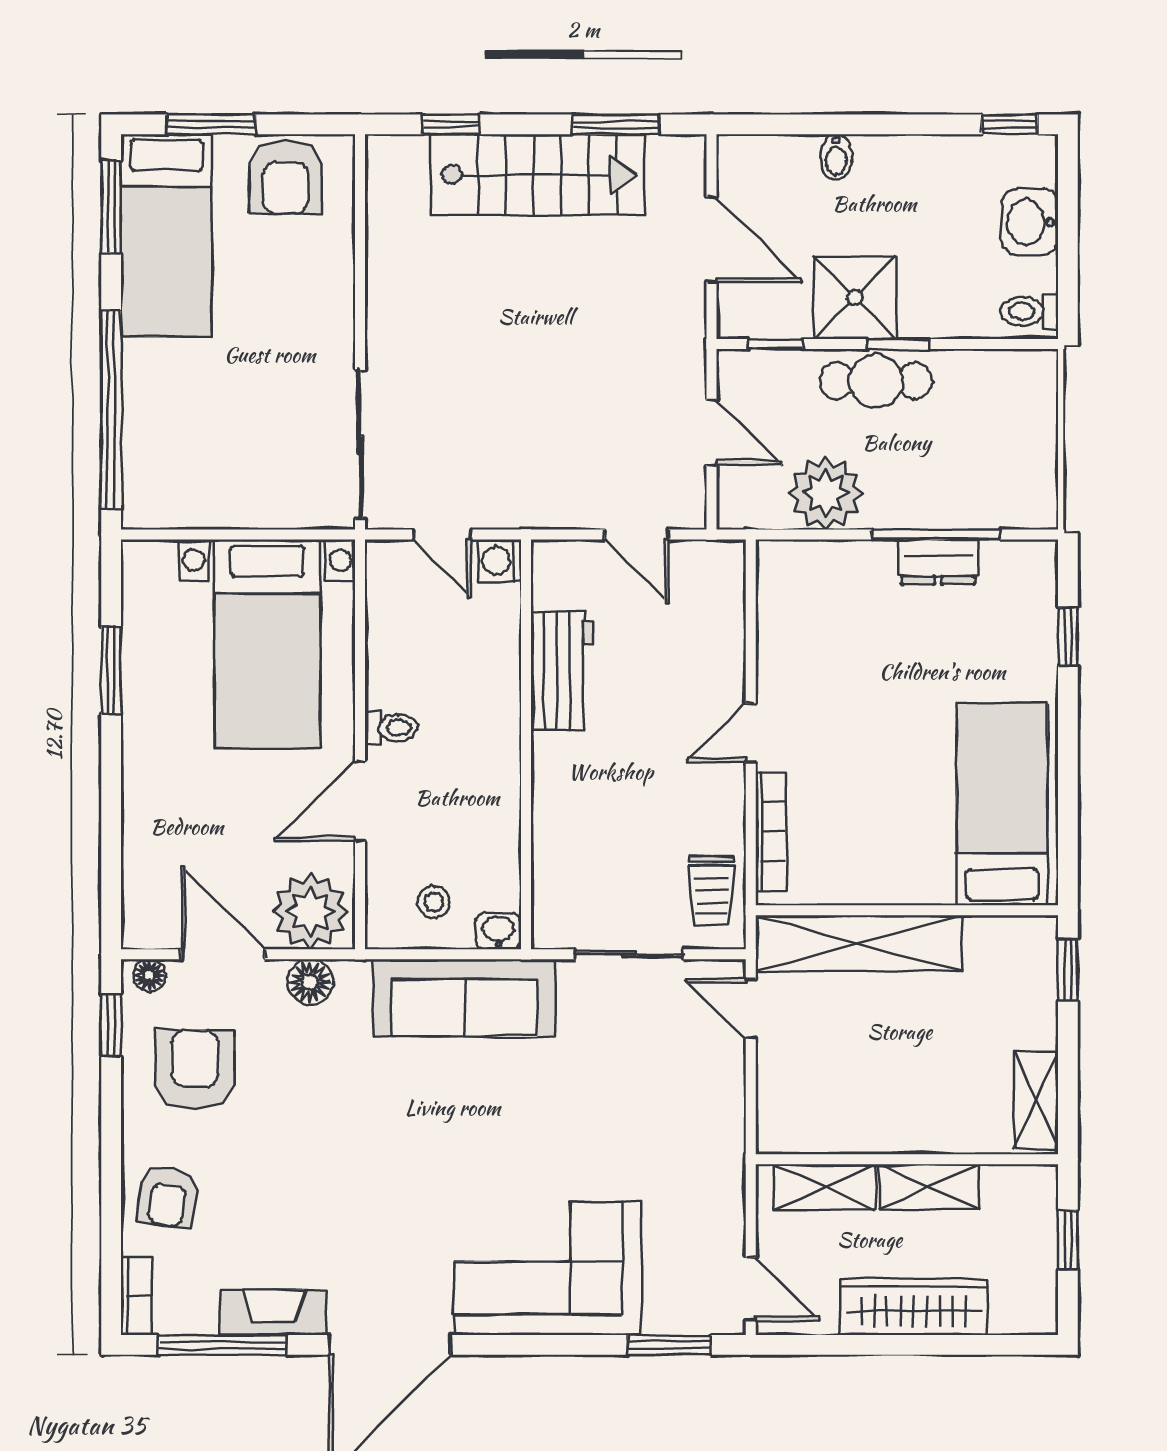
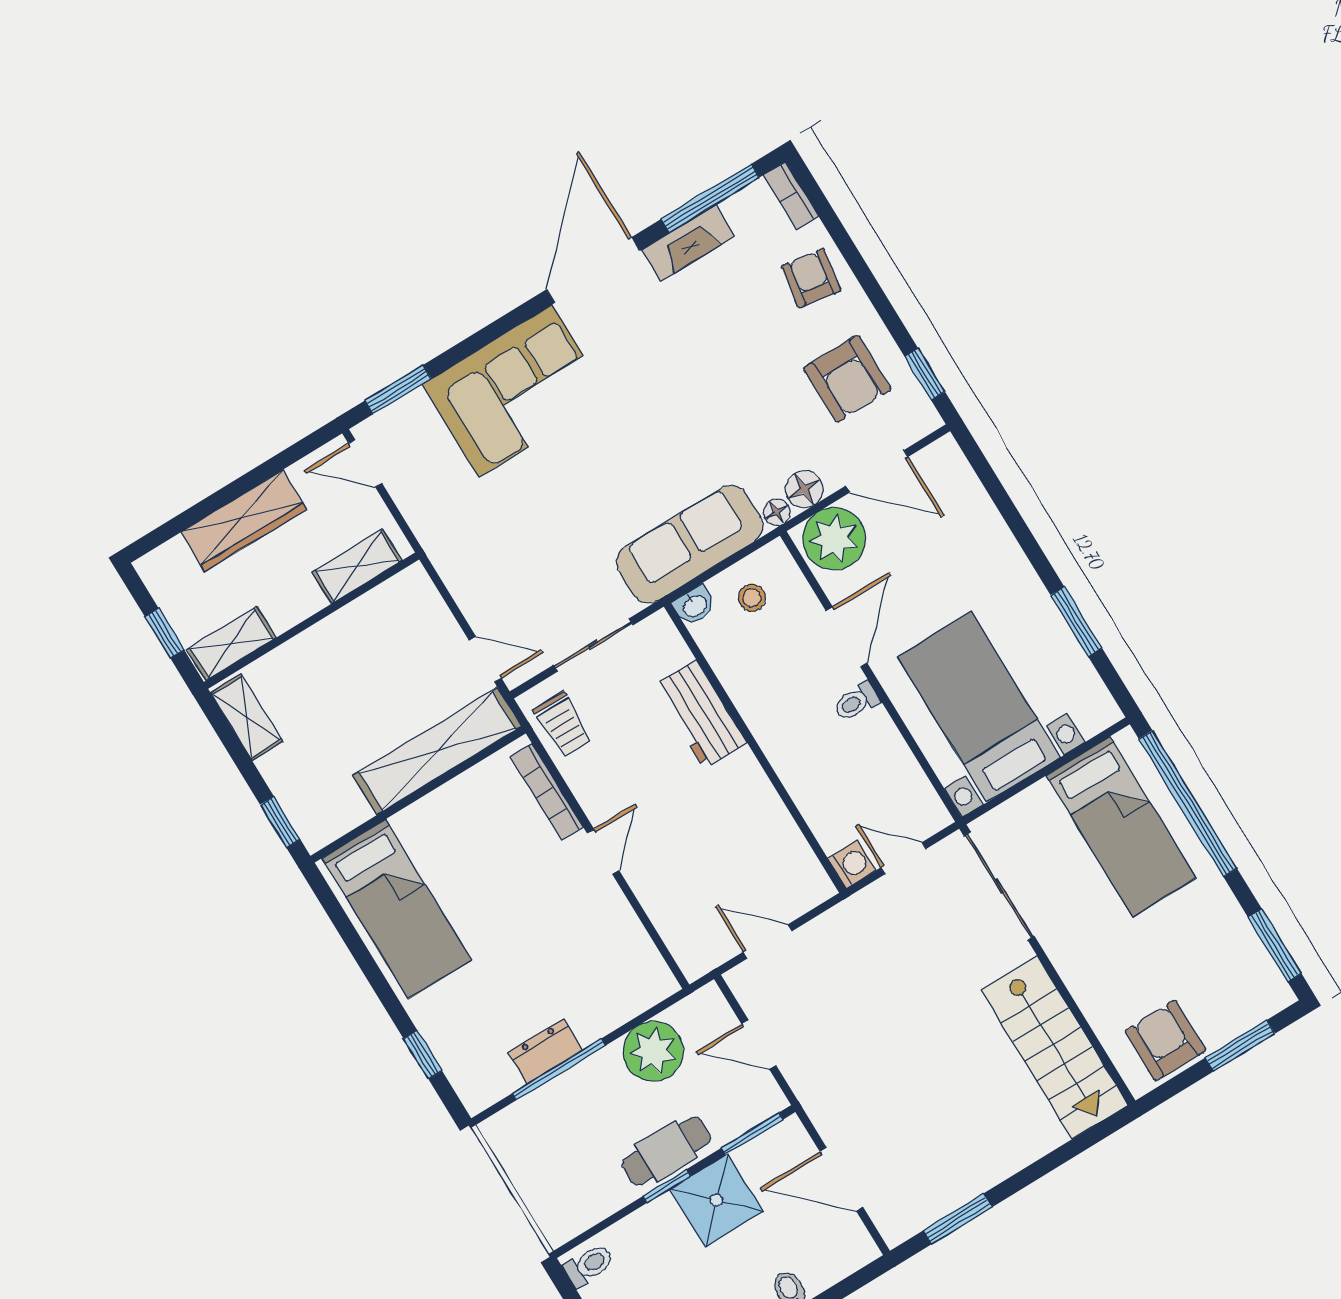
window: (451, 124) -> (1073, 1148), removed
stairs: (537, 174) -> (1055, 1047), moved, turned -90
bed: (166, 235) -> (1121, 827), moved, turned 180
window: (775, 344) -> (752, 1134), width x1.50
workbench: (562, 671) -> (700, 714), moved
trolley: (712, 891) -> (563, 725), turned 180
floor lamp: (149, 975) -> (777, 512), moved
shelving: (929, 1187) -> (232, 643), moved

